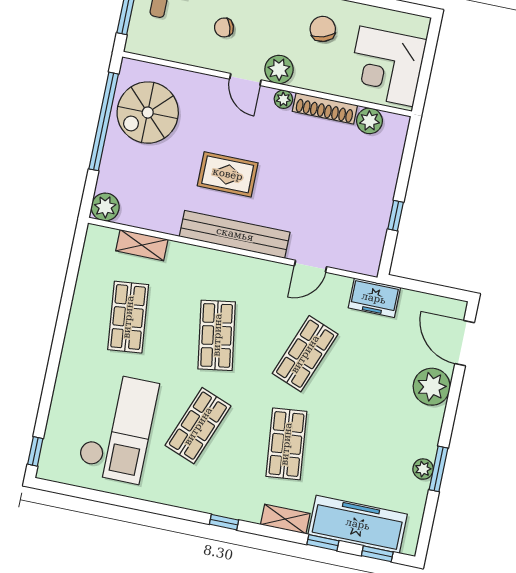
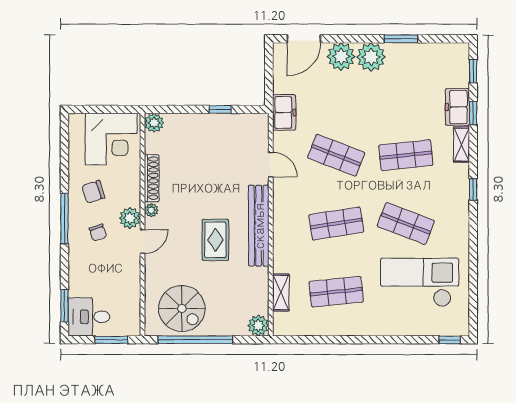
chair: (224, 27) -> (98, 233), moved
plant: (369, 121) -> (154, 123), moved
plant: (423, 469) -> (371, 57), moved, width x1.88, depth x1.88
freezer: (358, 524) -> (457, 107), width x0.52, depth x0.79

